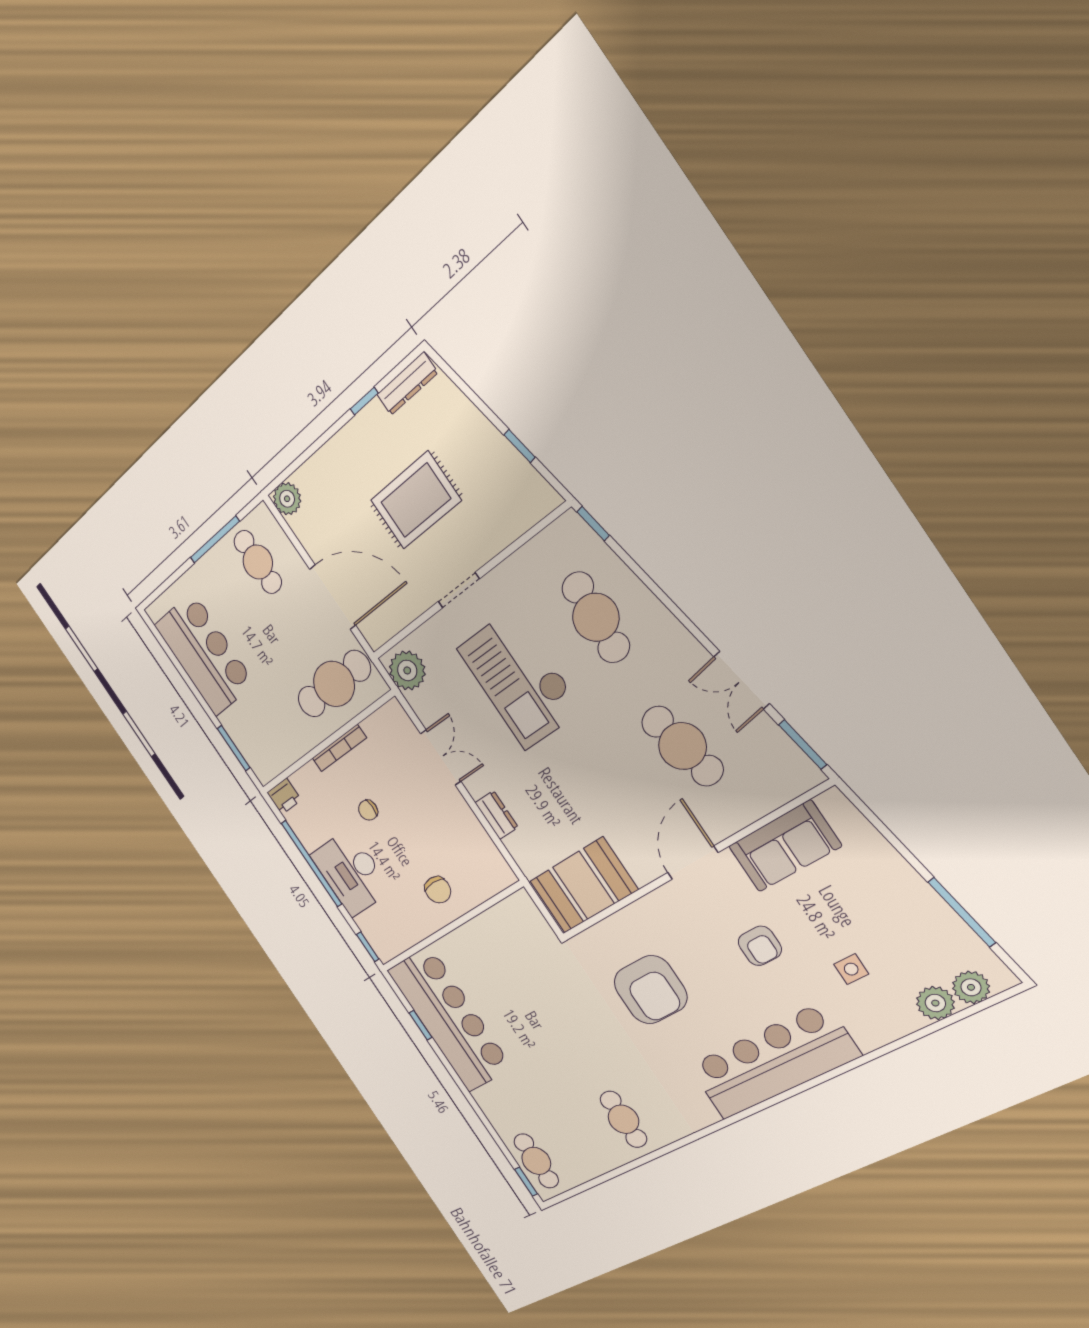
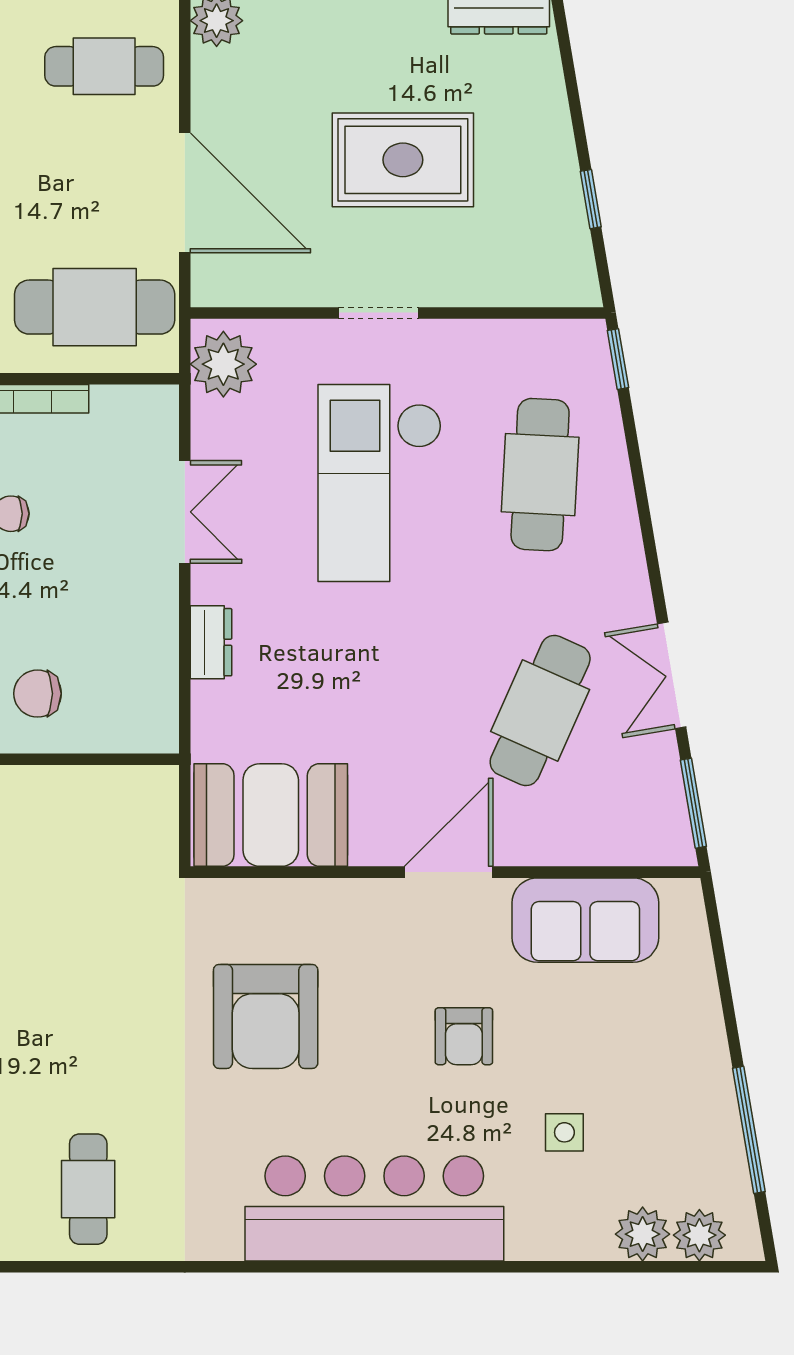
cafe table: (258, 562) -> (104, 66), turned 90
cafe table: (682, 746) -> (540, 710), turned 36
chair: (438, 890) -> (38, 694), turned 90

